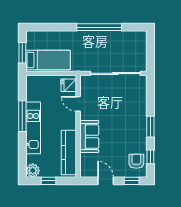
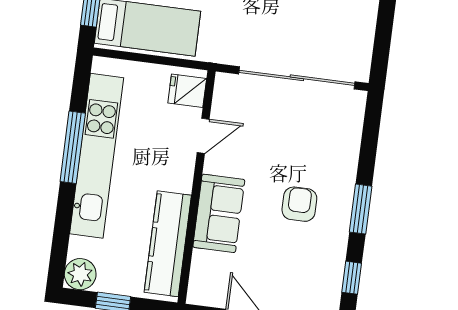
door: (78, 104) -> (203, 136), swing flipped
kitchen unit: (33, 128) -> (97, 156), width x1.36
armchair: (136, 161) -> (299, 204), moved

